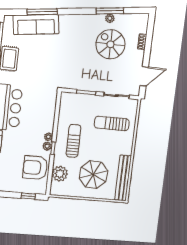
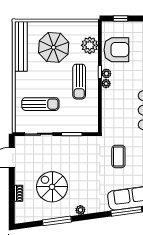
plant: (110, 18) -> (80, 210), moved
spiral stairs: (110, 44) -> (52, 187), turned 180
coffee table: (44, 66) -> (118, 156), added

